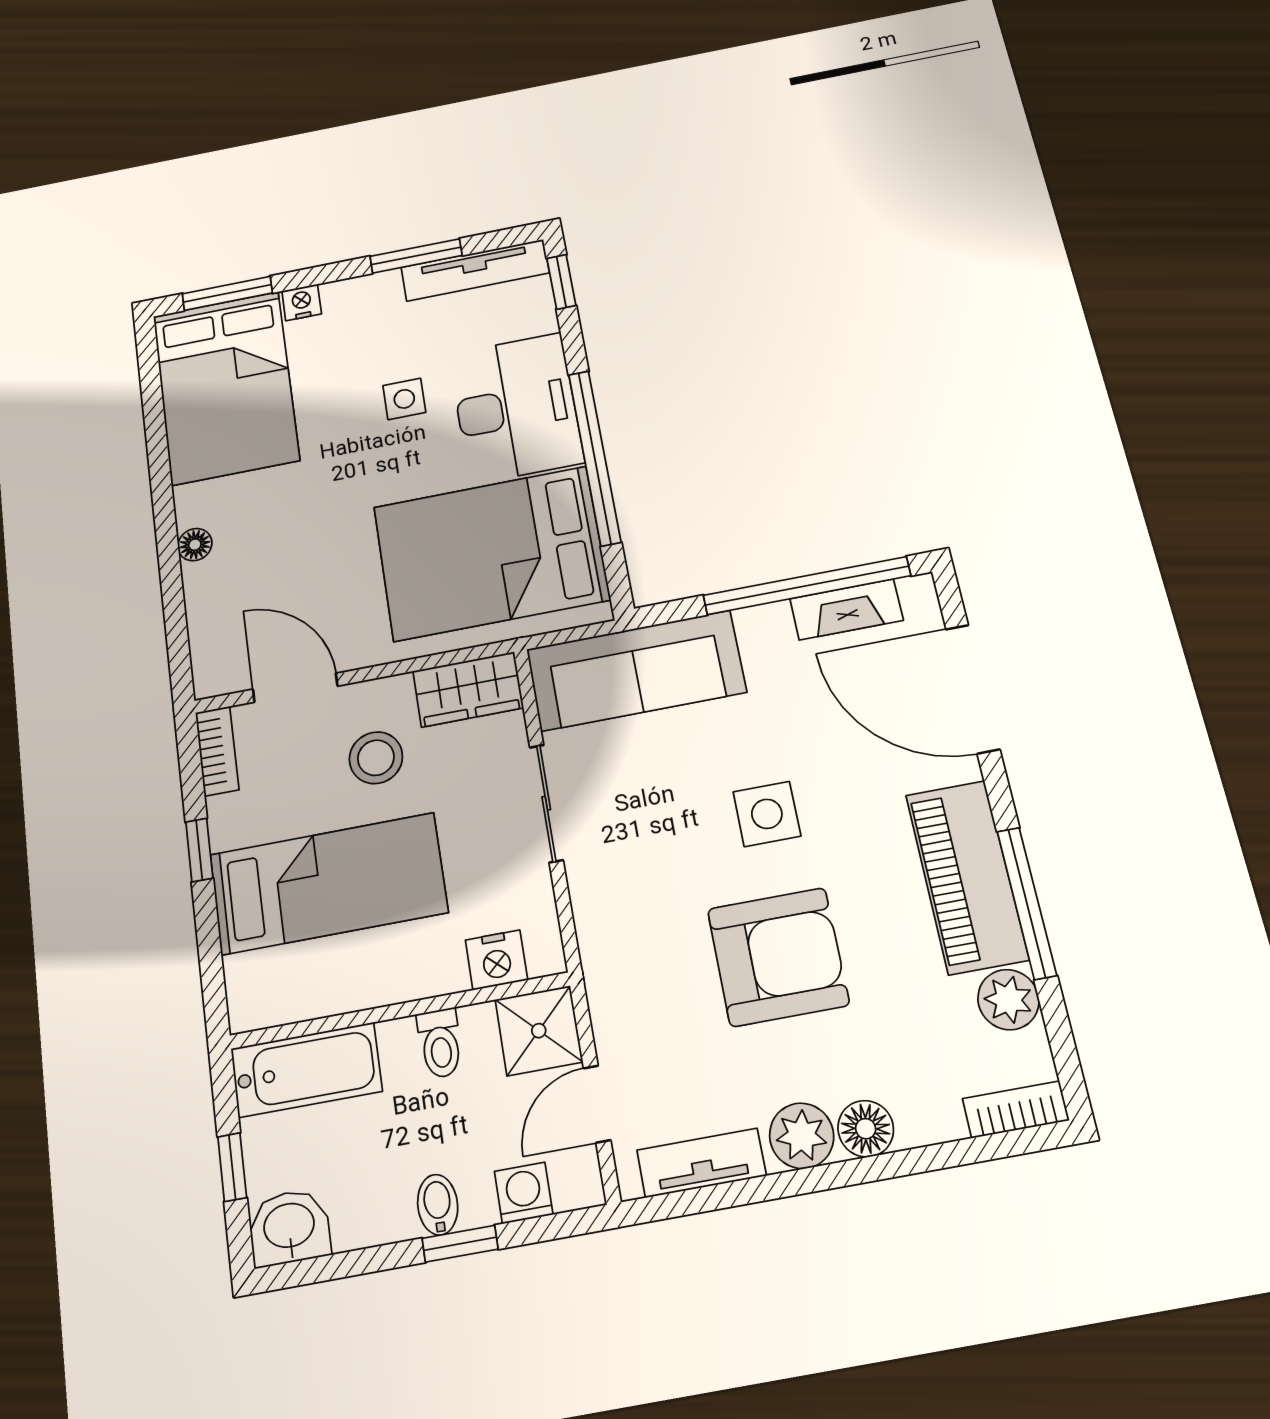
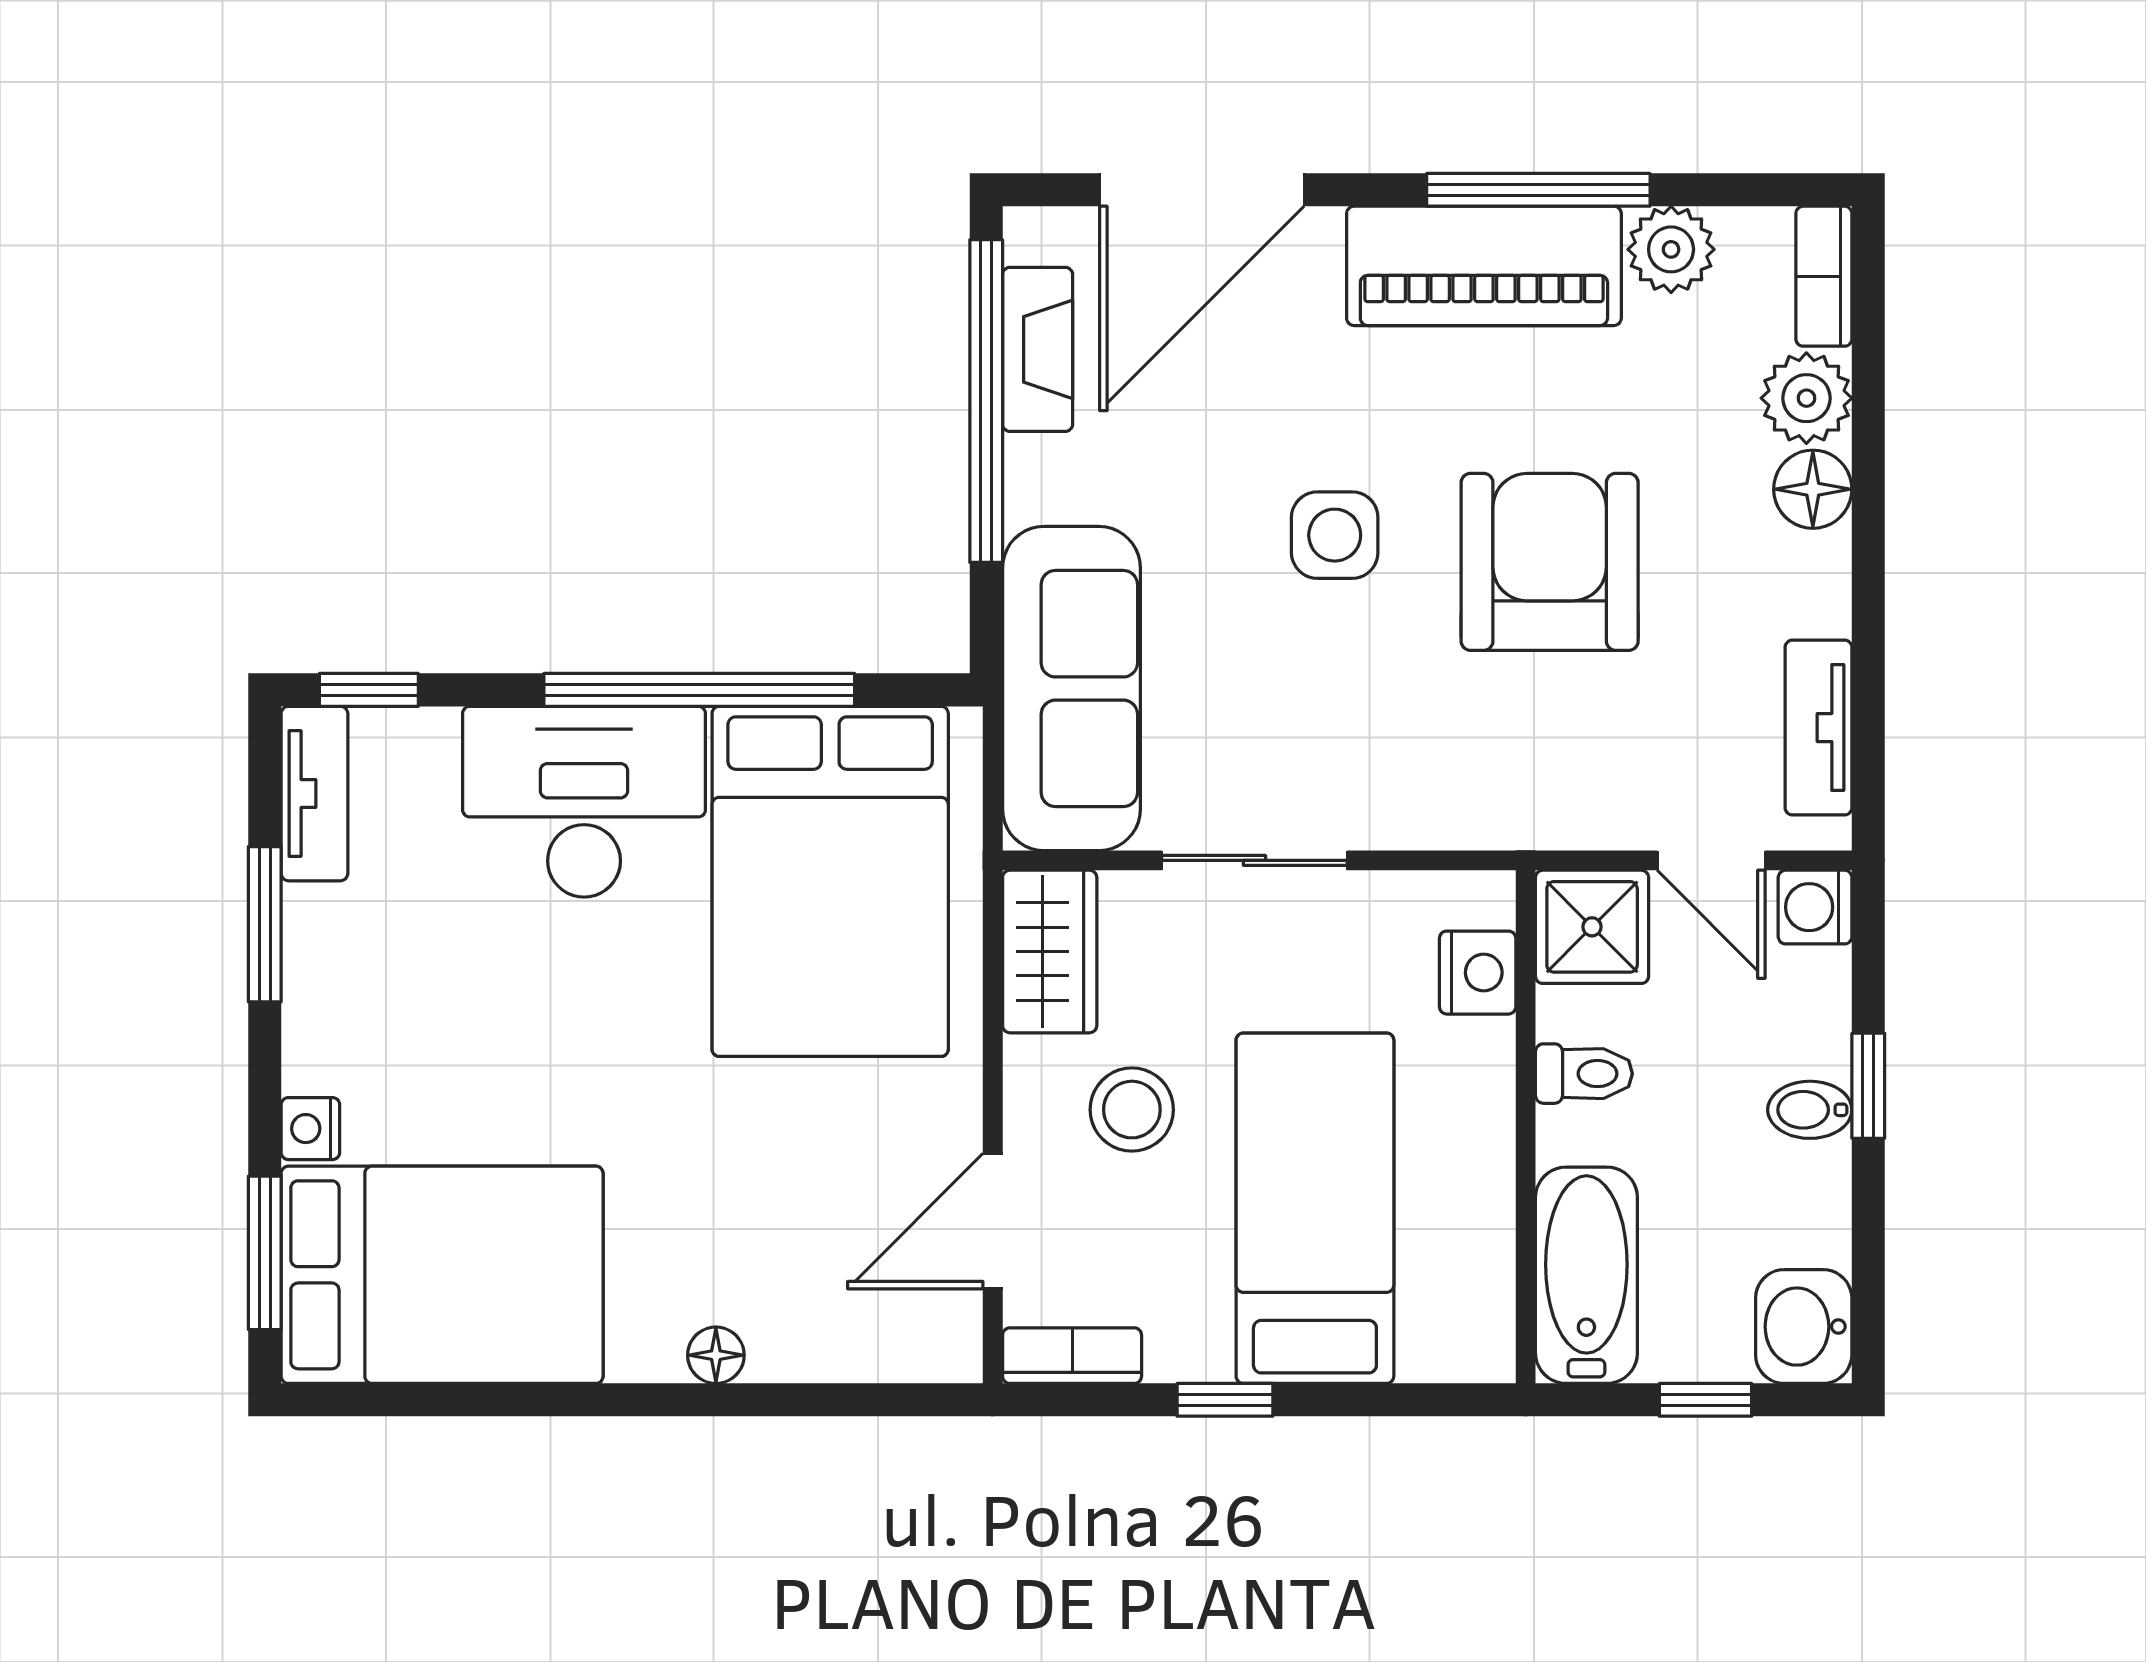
tv unit: (475, 270) -> (314, 794), width x0.71
side table: (404, 399) -> (528, 981), removed
plant: (802, 1136) -> (1806, 398), moved
washing machine: (524, 1193) -> (1815, 907), moved

